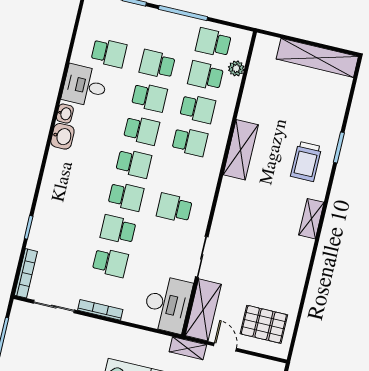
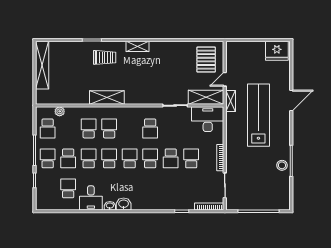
school desk: (206, 76) -> (48, 158), moved, turned 180

